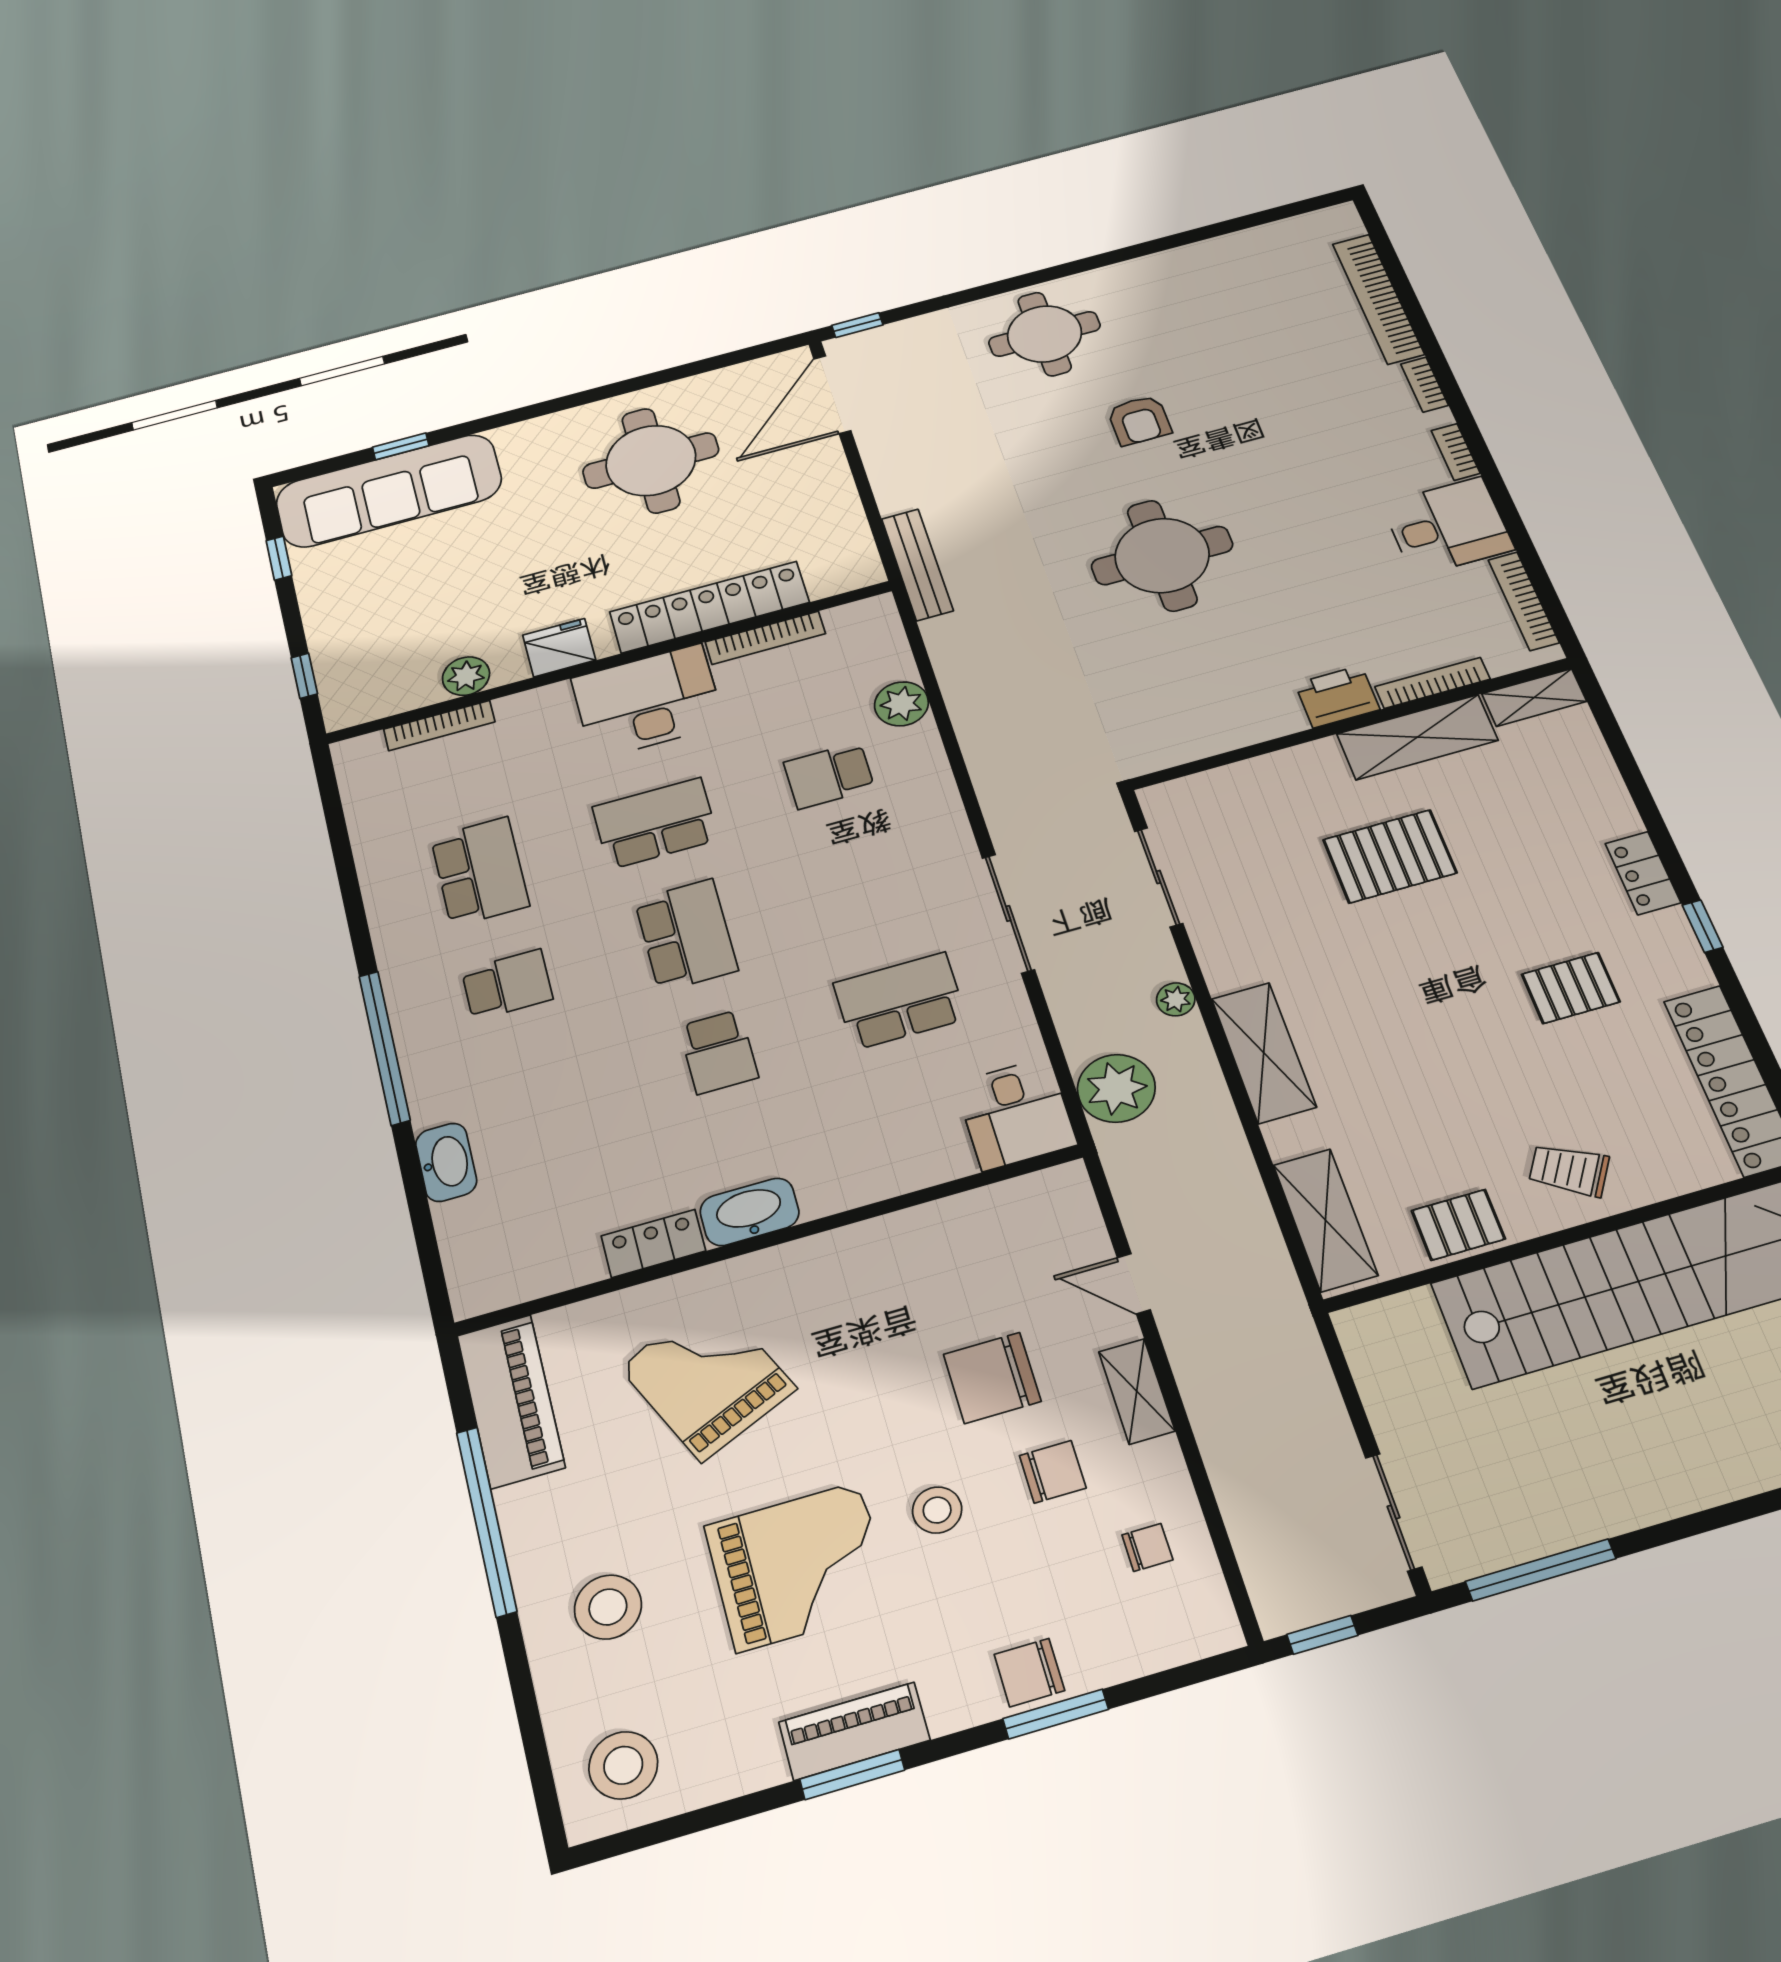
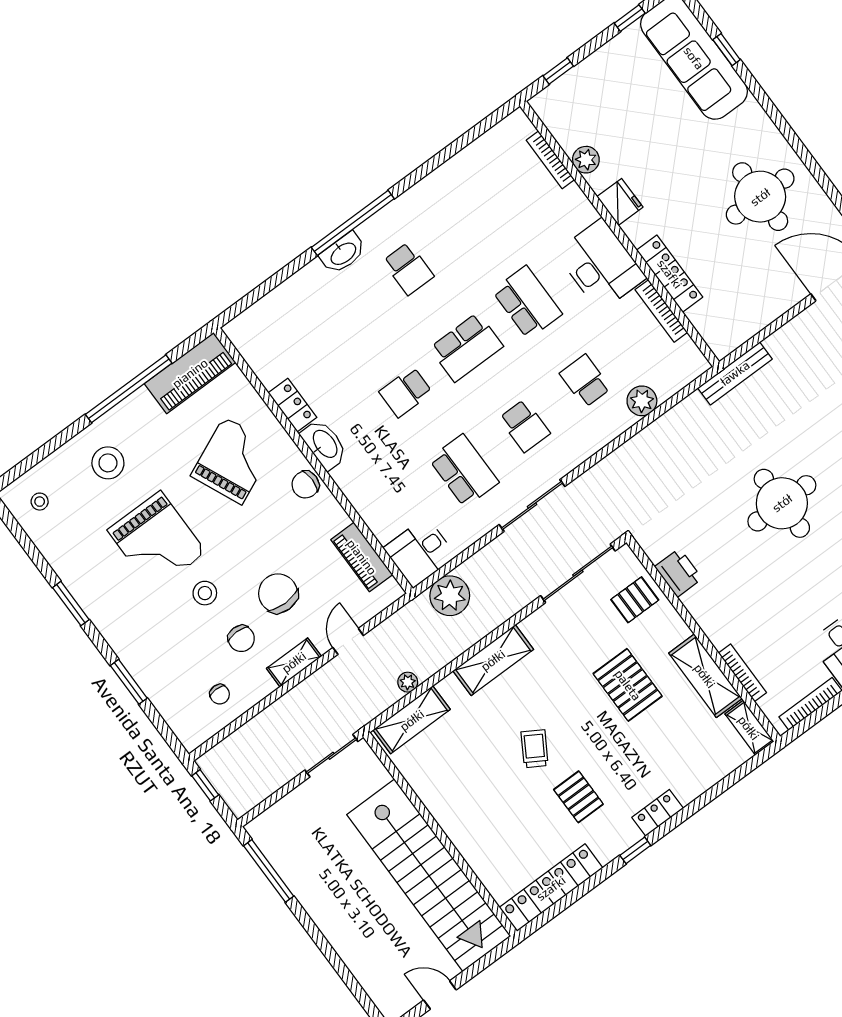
locker: (709, 607) -> (670, 274), width x0.71, depth x0.83
printer: (1337, 696) -> (678, 573), moved
school desk: (480, 872) -> (525, 426), moved, width x0.54
sliding door: (1159, 877) -> (578, 573), width x1.37
plant: (1176, 999) -> (408, 682), moved
washbasin: (446, 1162) -> (343, 253), moved
trolley: (1569, 1170) -> (535, 749), moved
pallet: (1458, 1225) -> (635, 600), moved, turned 90
sliding door: (1394, 1512) -> (331, 756), moved
chair: (1029, 1672) -> (305, 485), moved, turned -90
piano: (854, 1731) -> (362, 557), moved, turned 180
stool: (623, 1765) -> (40, 502), width x0.53, depth x0.53

